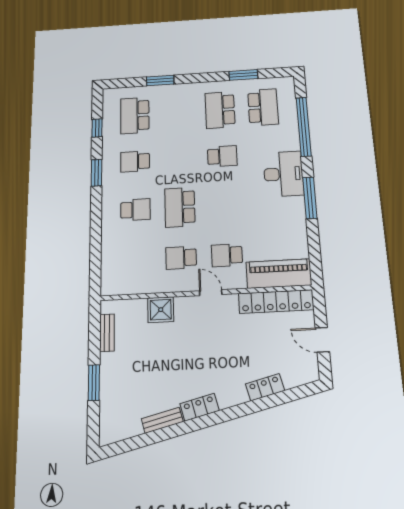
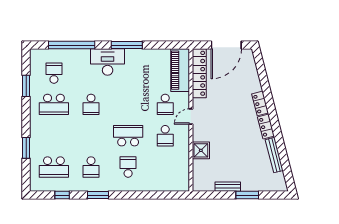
school desk: (263, 107) -> (54, 73), width x0.54
school desk: (222, 156) -> (91, 104), turned 180
school desk: (180, 207) -> (128, 136), turned 180
bench: (107, 333) -> (228, 187), moved
door: (322, 340) -> (226, 45), width x1.87
locker: (265, 387) -> (260, 103), moved
bench: (162, 420) -> (274, 155), width x1.36

